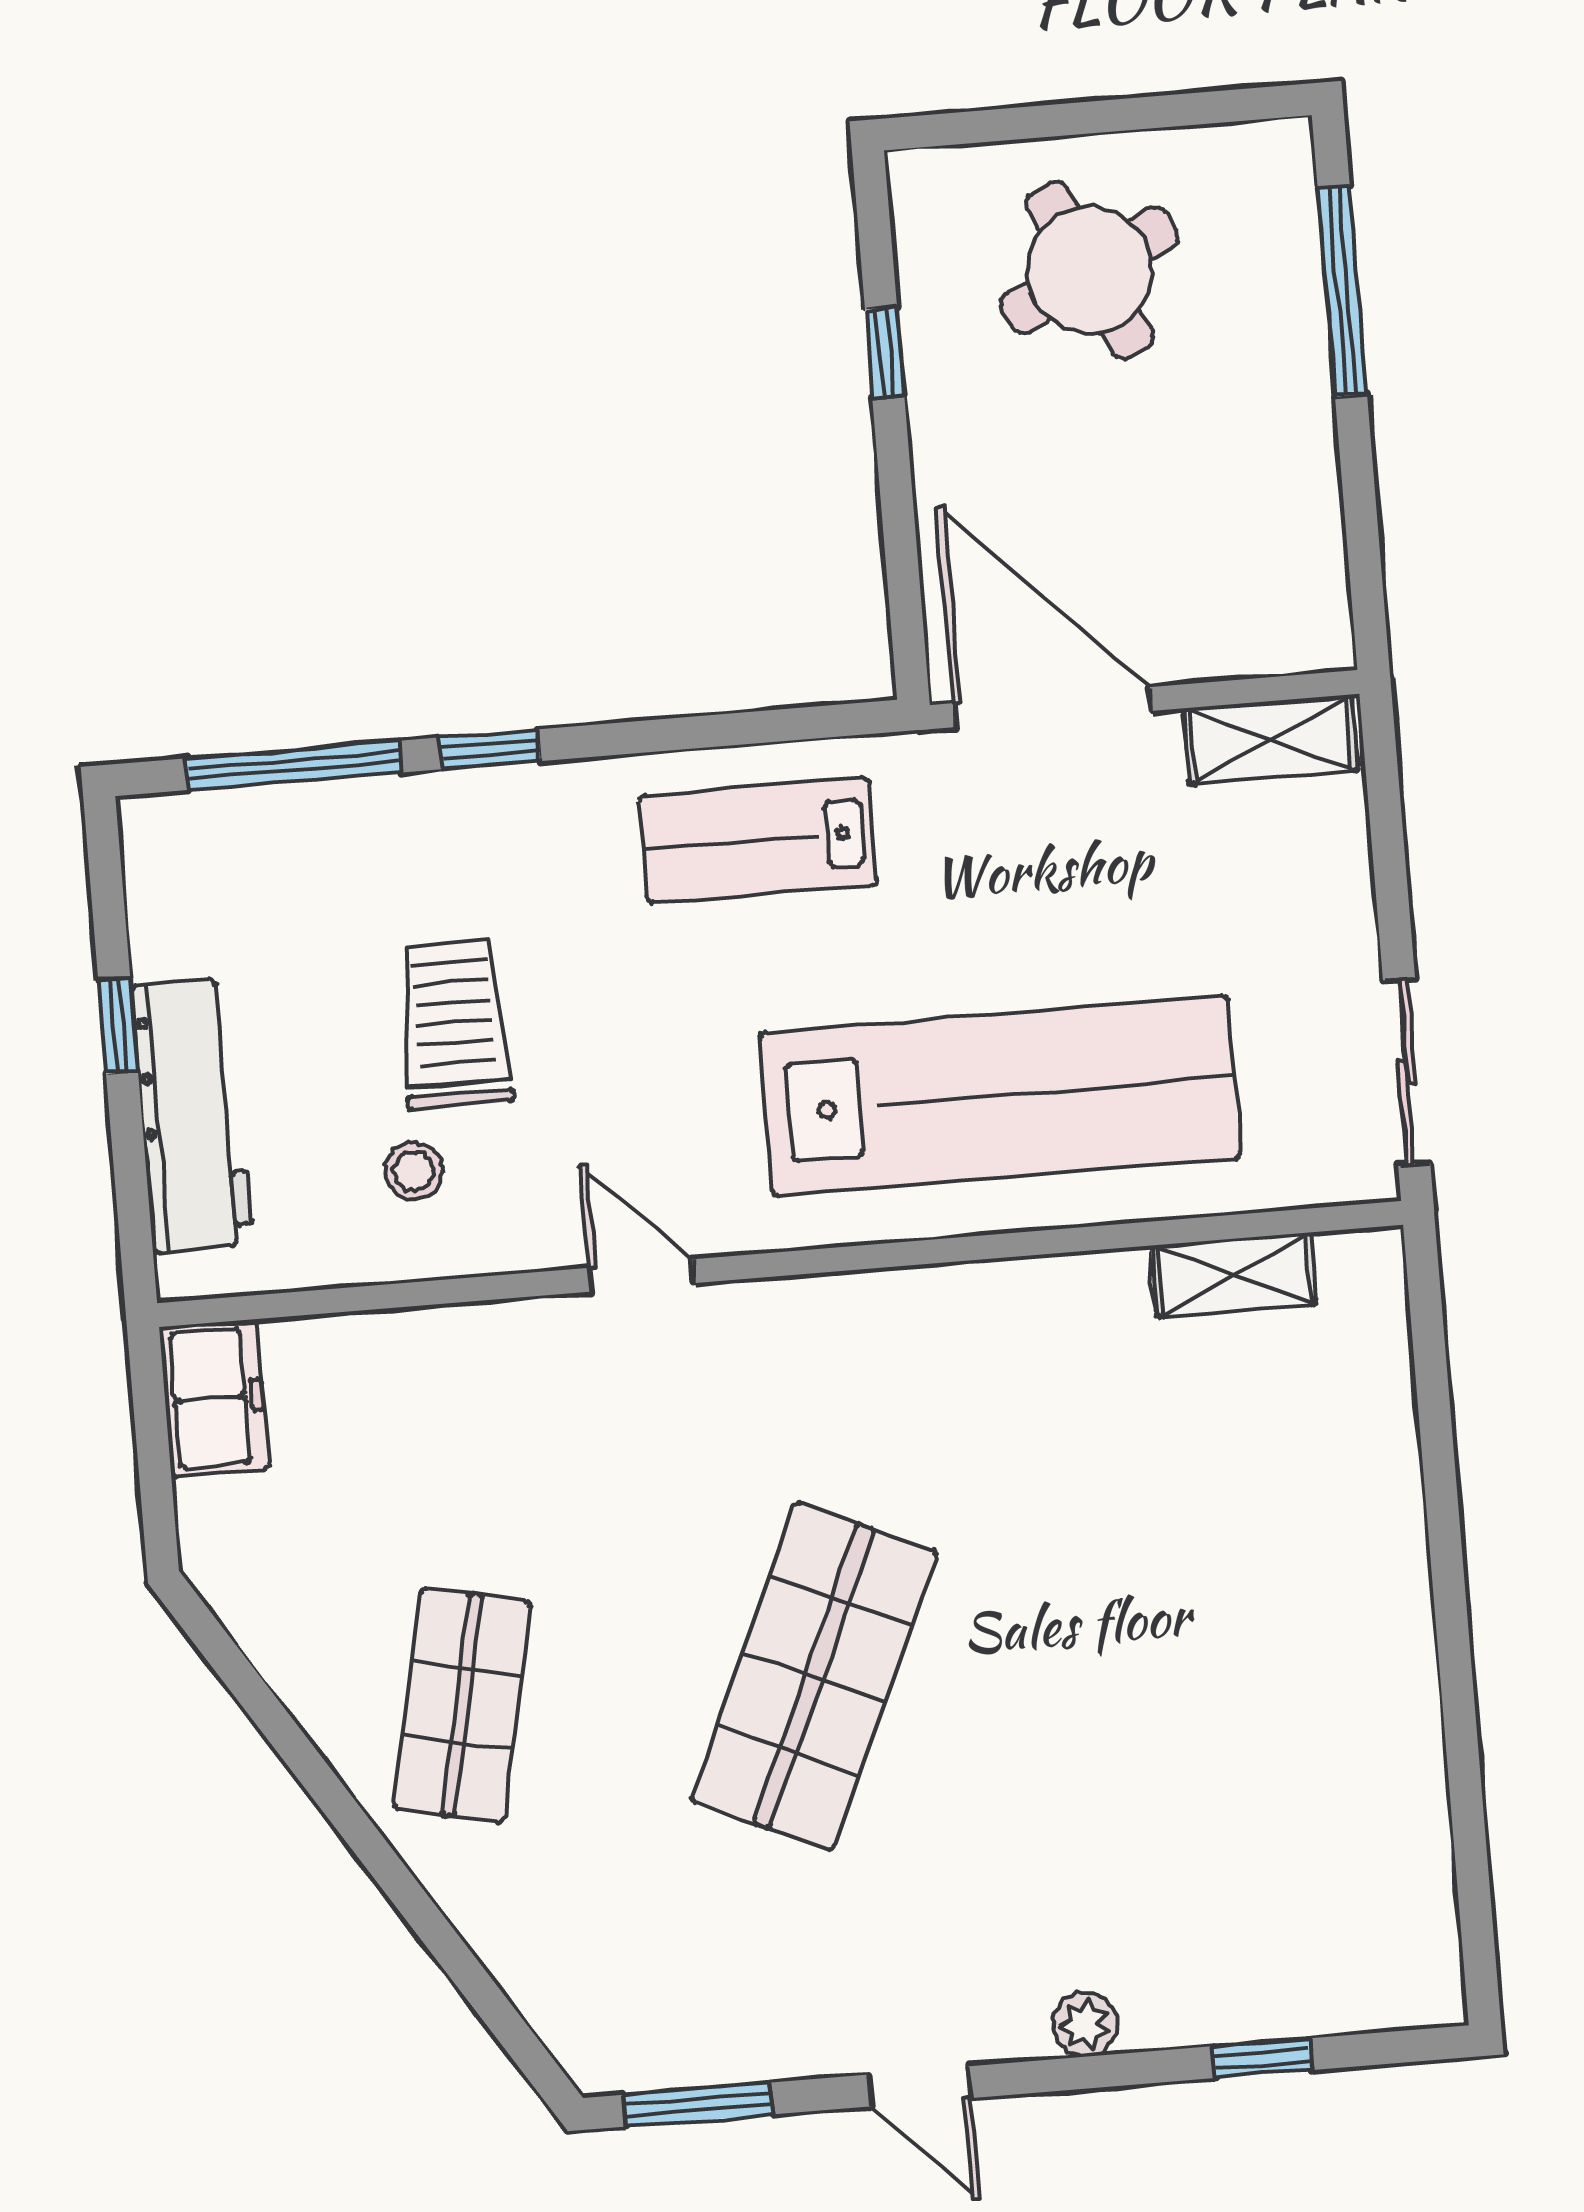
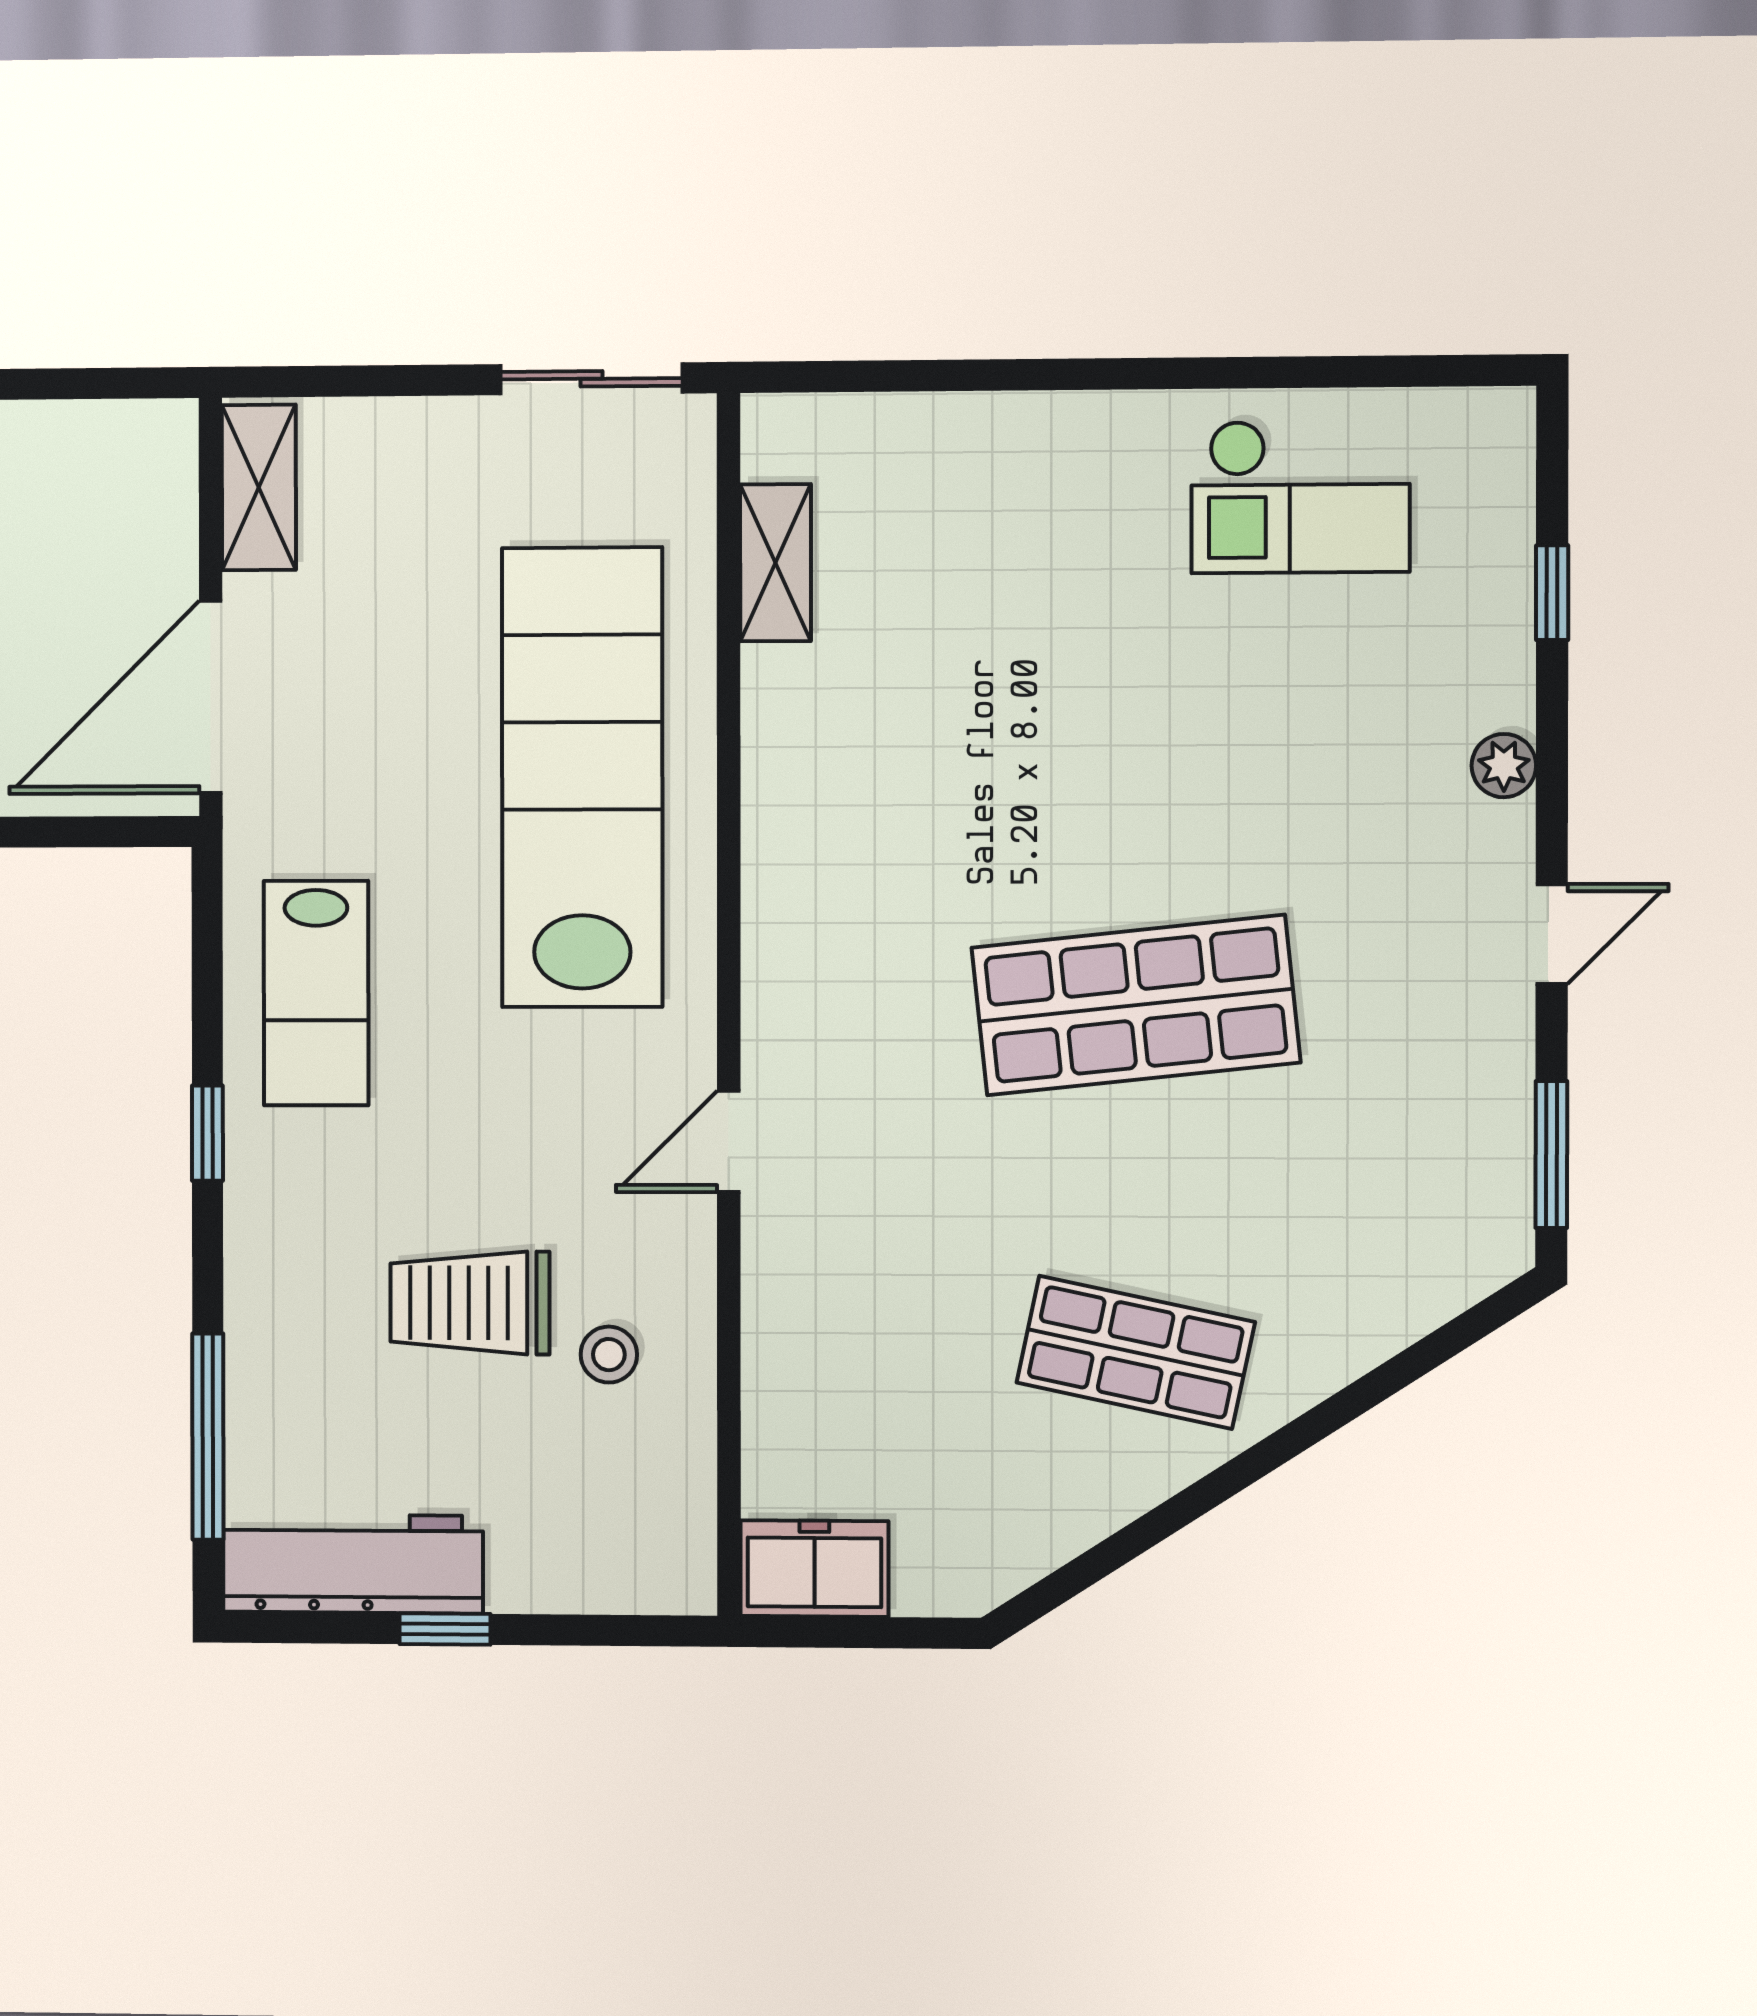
window: (490, 749) -> (207, 1133), moved
workbench: (192, 1116) -> (353, 1564), moved
shop shelf: (814, 1676) -> (1136, 1005), turned -30
checkout: (1340, 1799) -> (1300, 497), added

